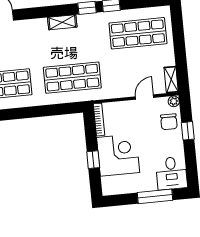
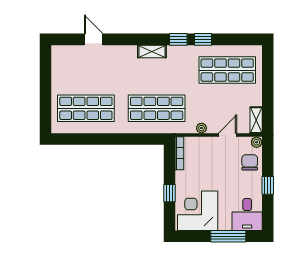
plant: (118, 93) -> (202, 128), added
chair: (169, 122) -> (250, 162), turned 180
window: (188, 131) -> (268, 185), moved
corner desk: (118, 155) -> (198, 211), moved, turned -90

